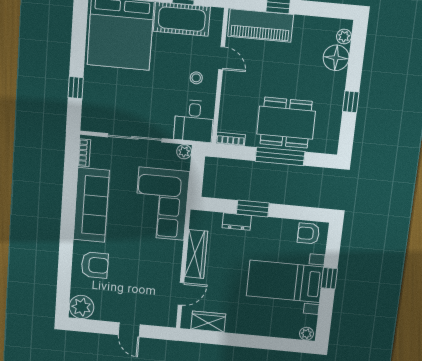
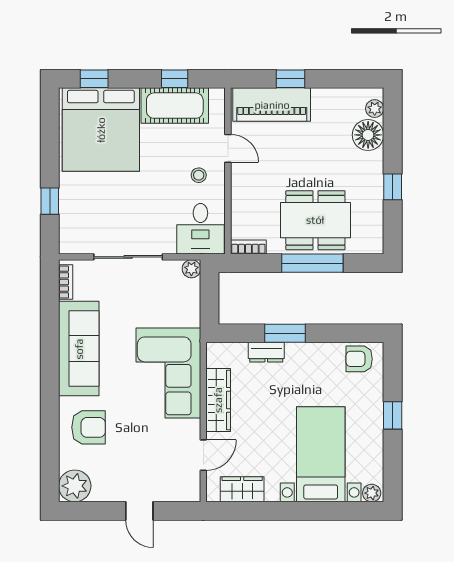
corner sofa: (162, 204) -> (168, 373), moved
bed with nightstands: (285, 281) -> (321, 454), moved, turned 90

